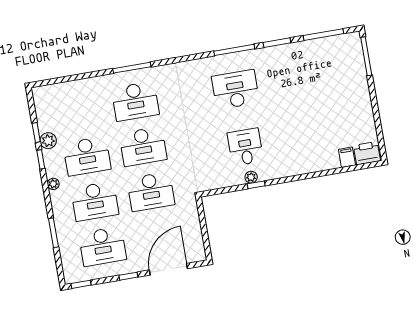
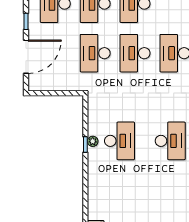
desk: (245, 147) -> (119, 141), width x1.37
door: (168, 269) -> (26, 57), hinge flipped

